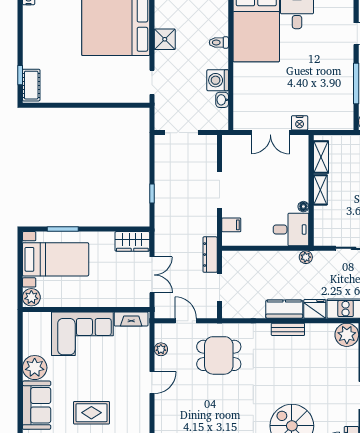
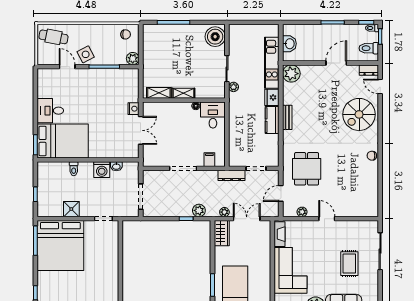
plant: (163, 211) -> (199, 210), added
plant: (161, 245) -> (224, 212), added
plant: (306, 257) -> (234, 87), moved

